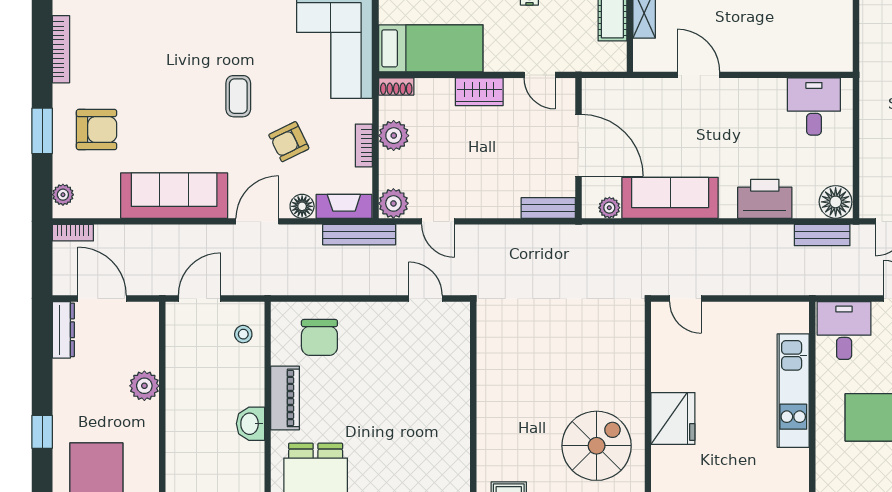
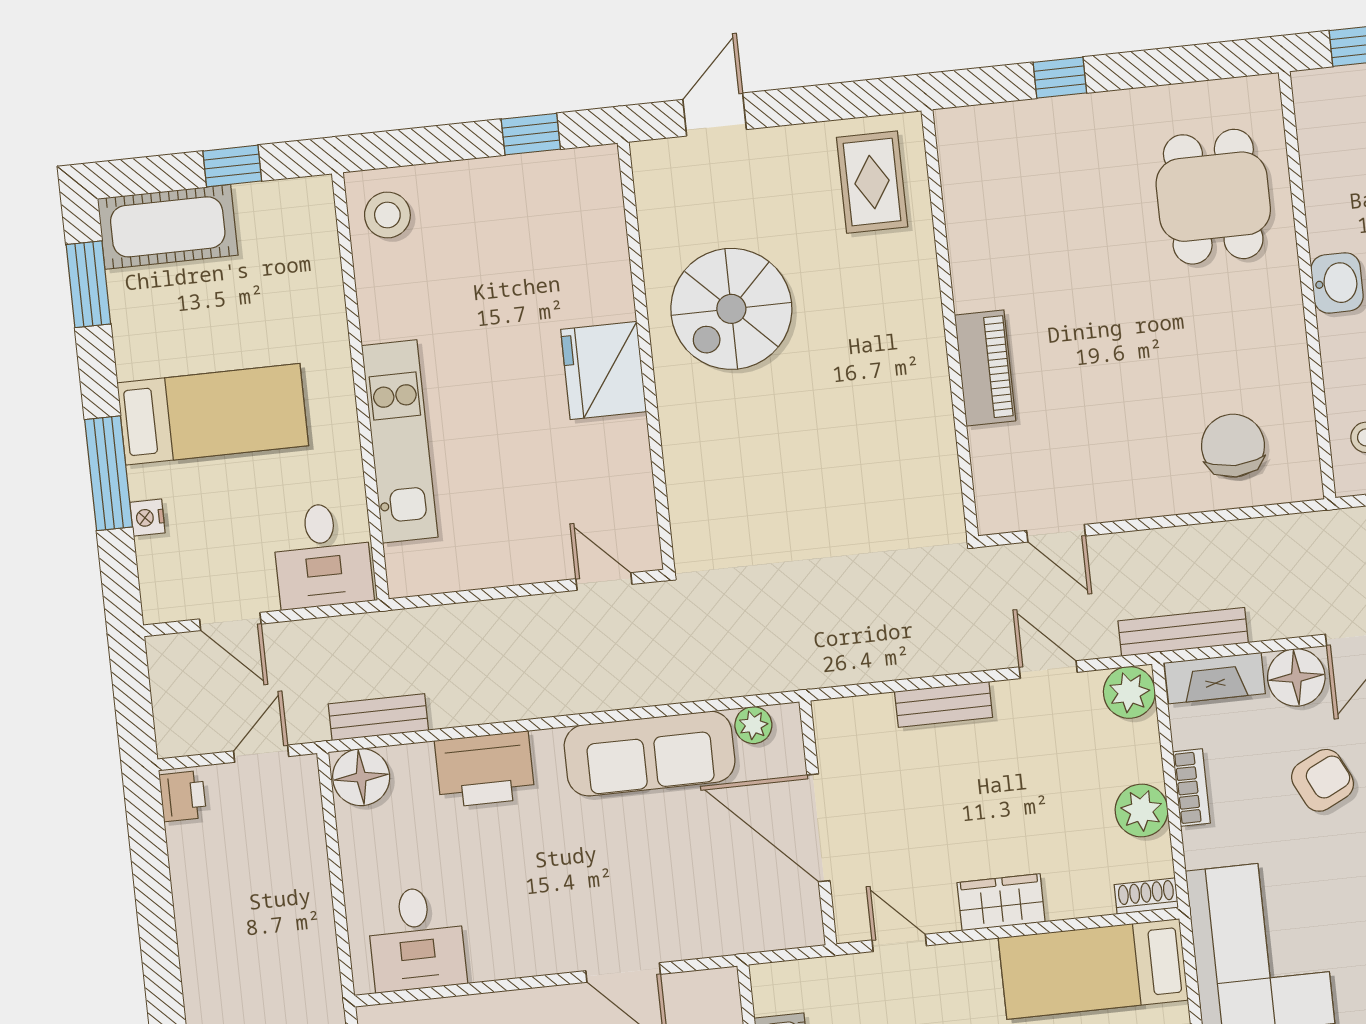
floor lamp: (302, 206) -> (1296, 677), width x1.38, depth x1.38
bench: (548, 208) -> (944, 704), moved
piano: (285, 398) -> (985, 368), moved, turned 180

